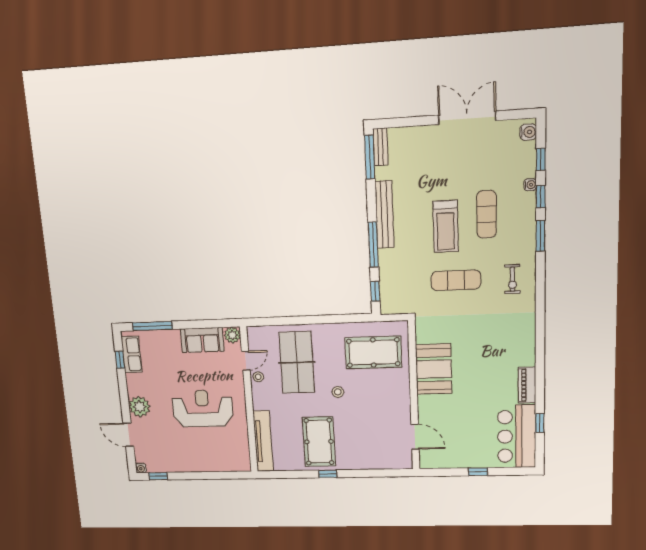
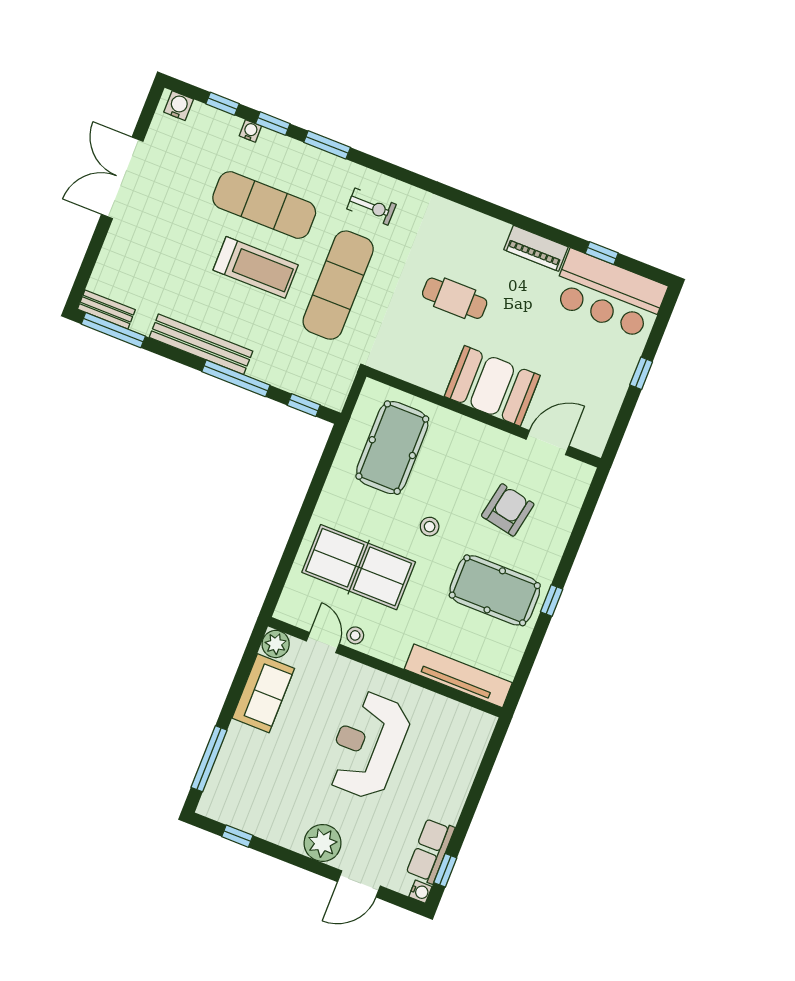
exercise mat: (487, 214) -> (264, 205), width x1.36, depth x1.45
exercise mat: (456, 280) -> (338, 285), width x1.36, depth x1.45
cafe table: (477, 351) -> (455, 298), added
row of seats: (132, 354) -> (430, 851), moved, turned -90
booth: (434, 369) -> (492, 386), moved
armchair: (367, 431) -> (508, 510), added

